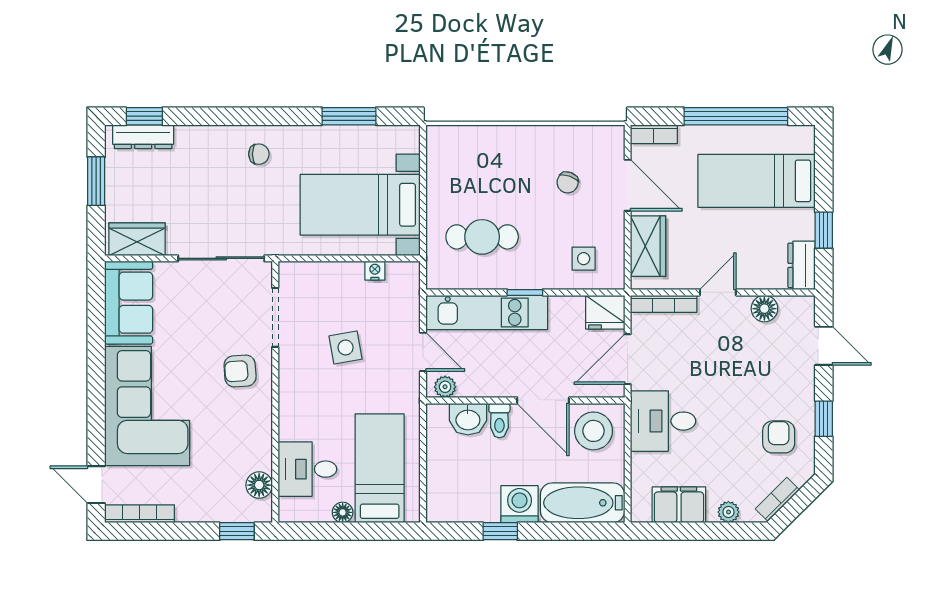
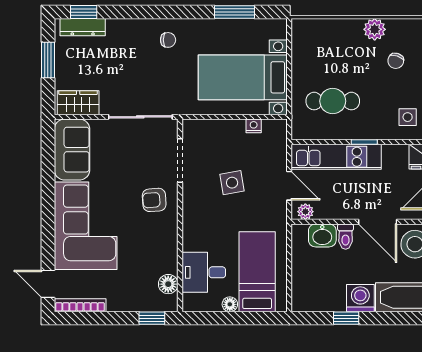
plant: (539, 140) -> (375, 29), added

